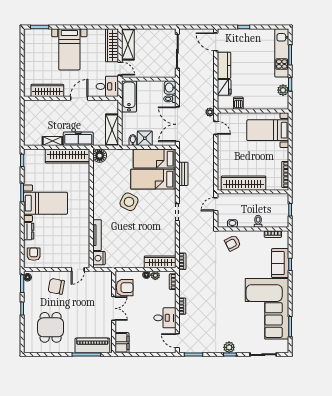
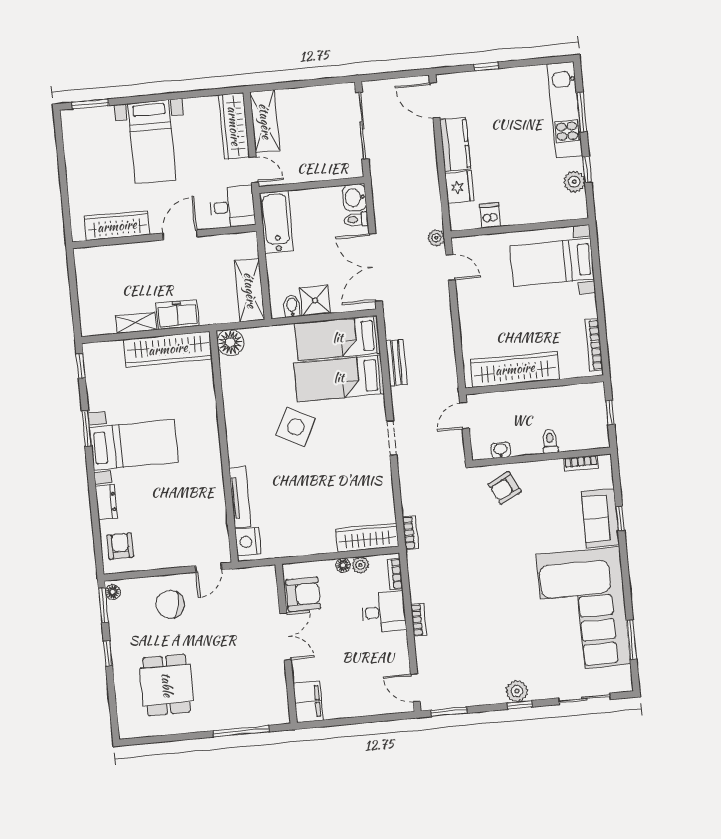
freezer: (78, 139) -> (177, 314), width x0.71
desk: (165, 318) -> (384, 612), moved
piano: (92, 345) -> (251, 713), removed

